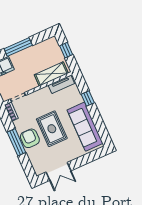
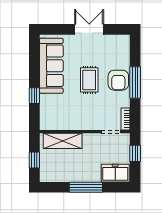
tv unit: (61, 84) -> (57, 124), removed
rug: (52, 129) -> (89, 80), width x0.73, depth x0.70
double door: (58, 171) -> (89, 29), moved

